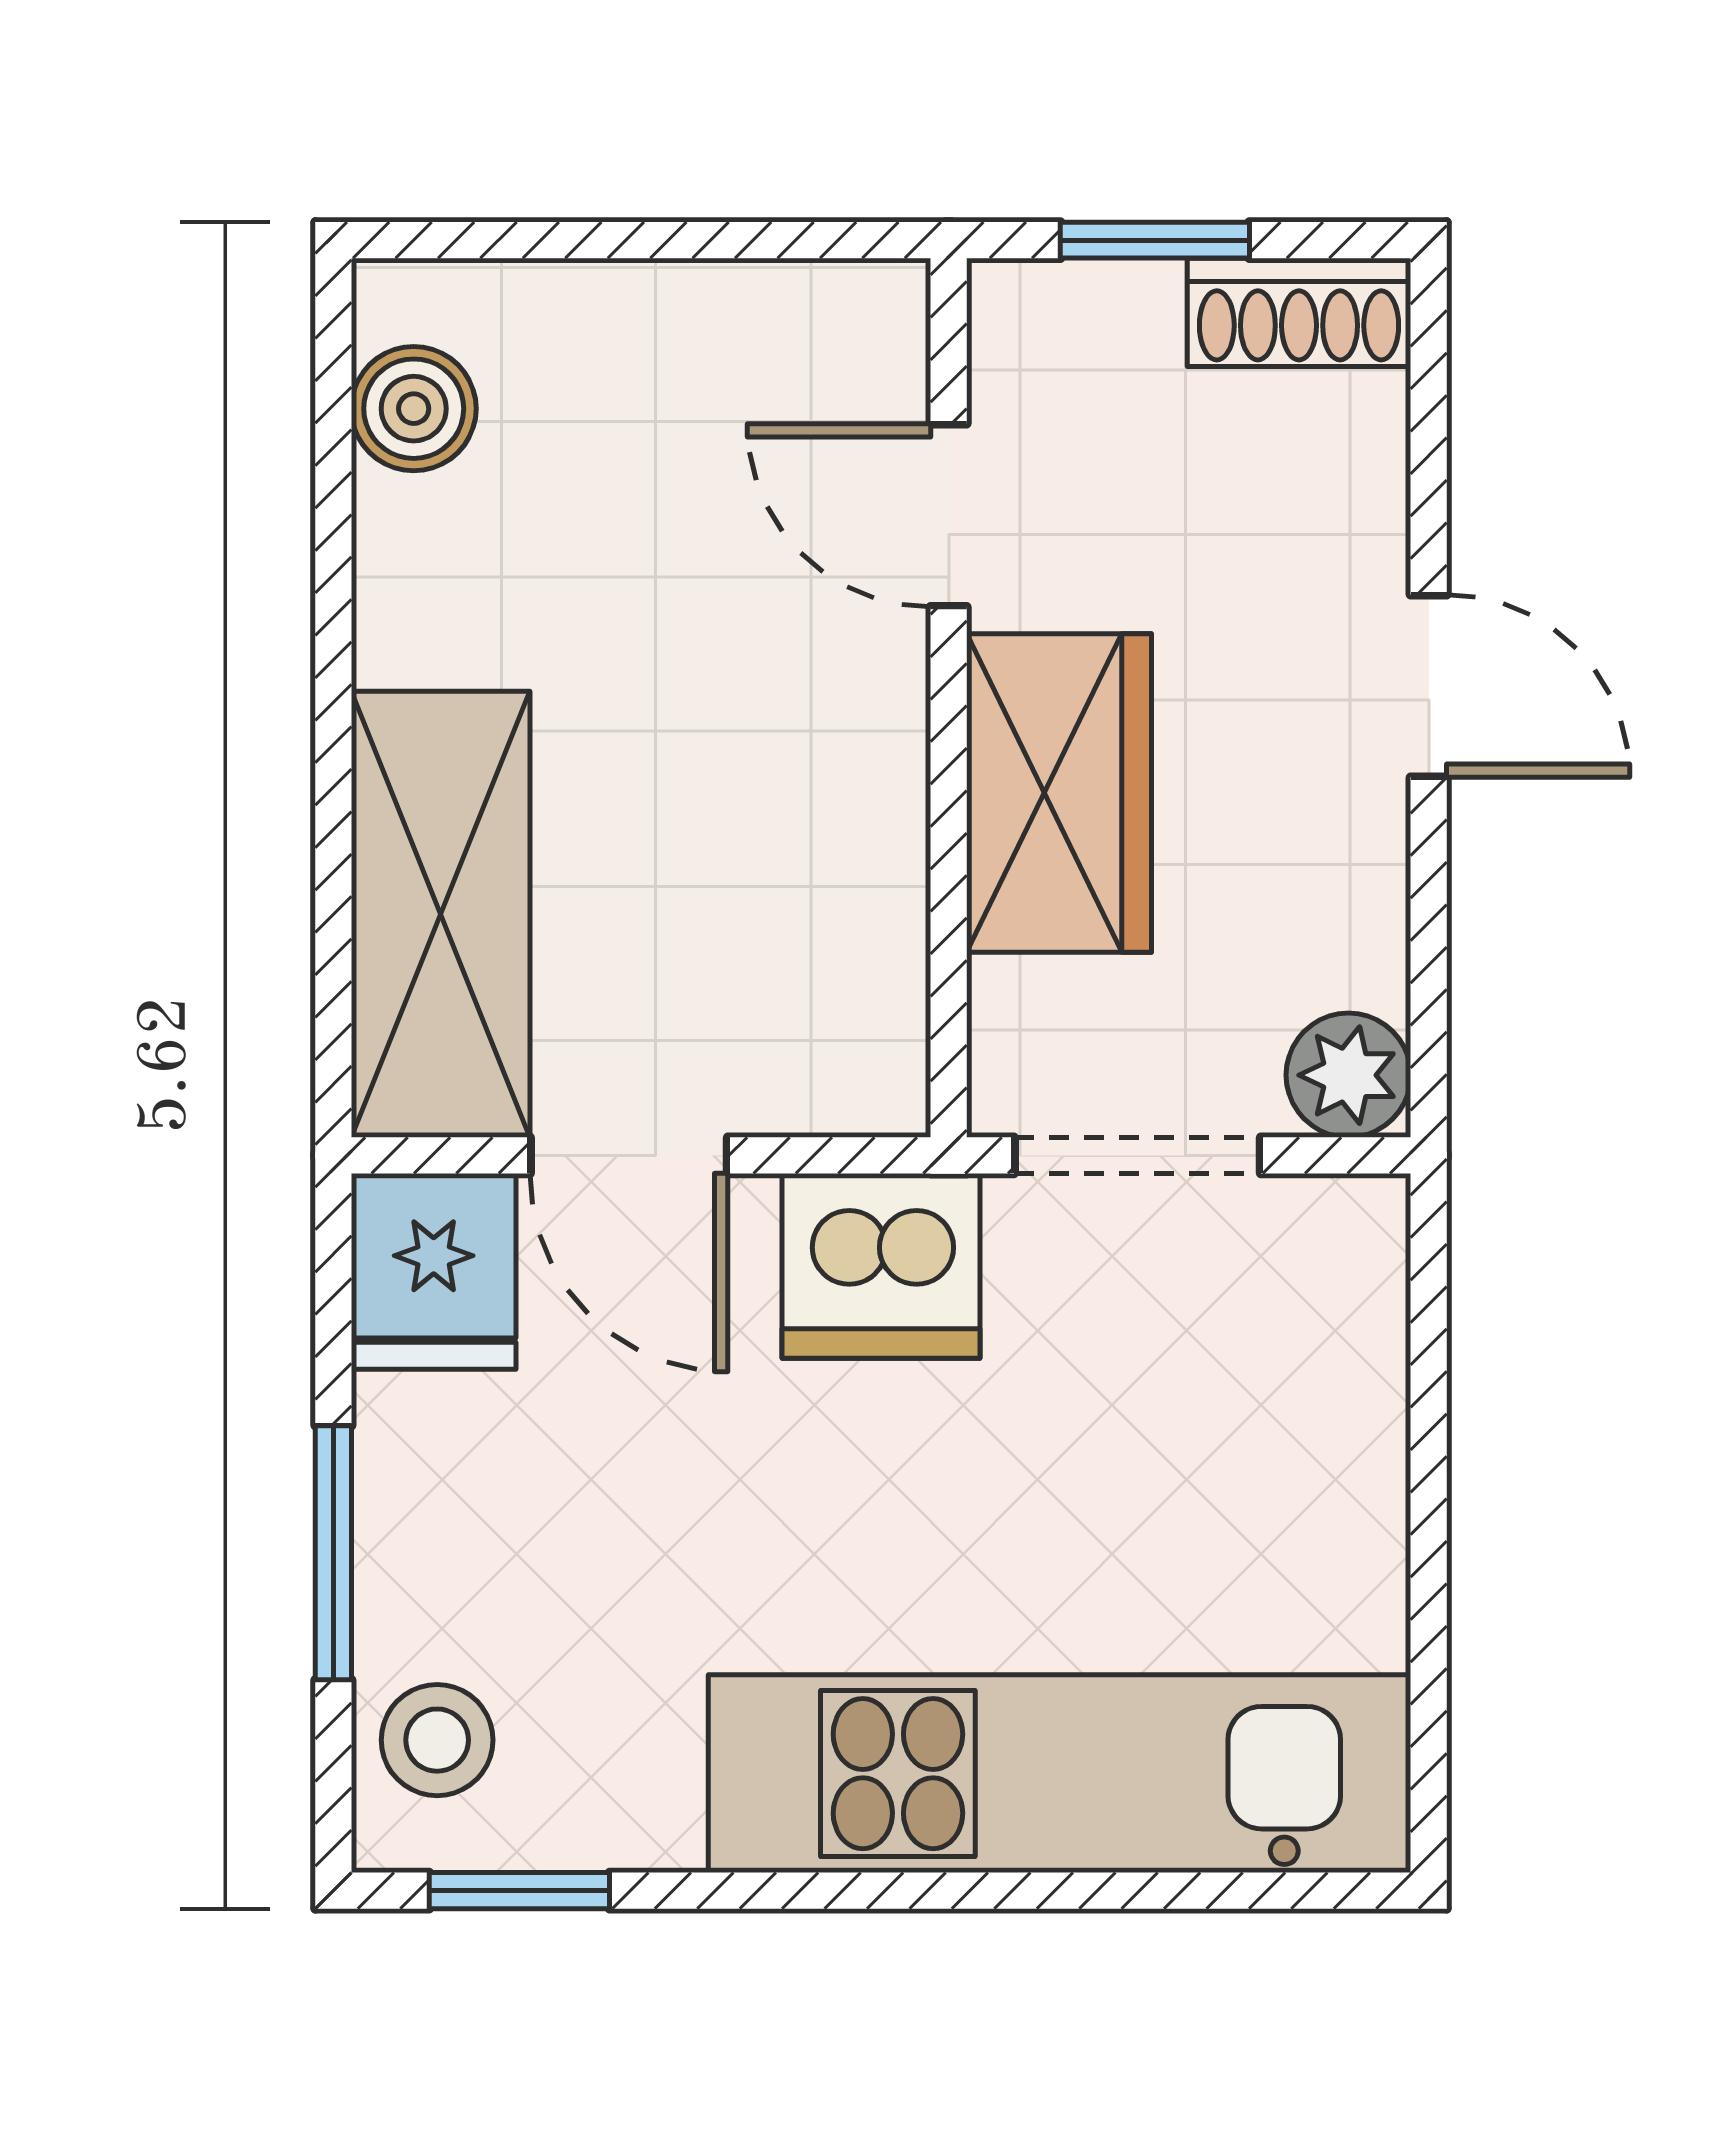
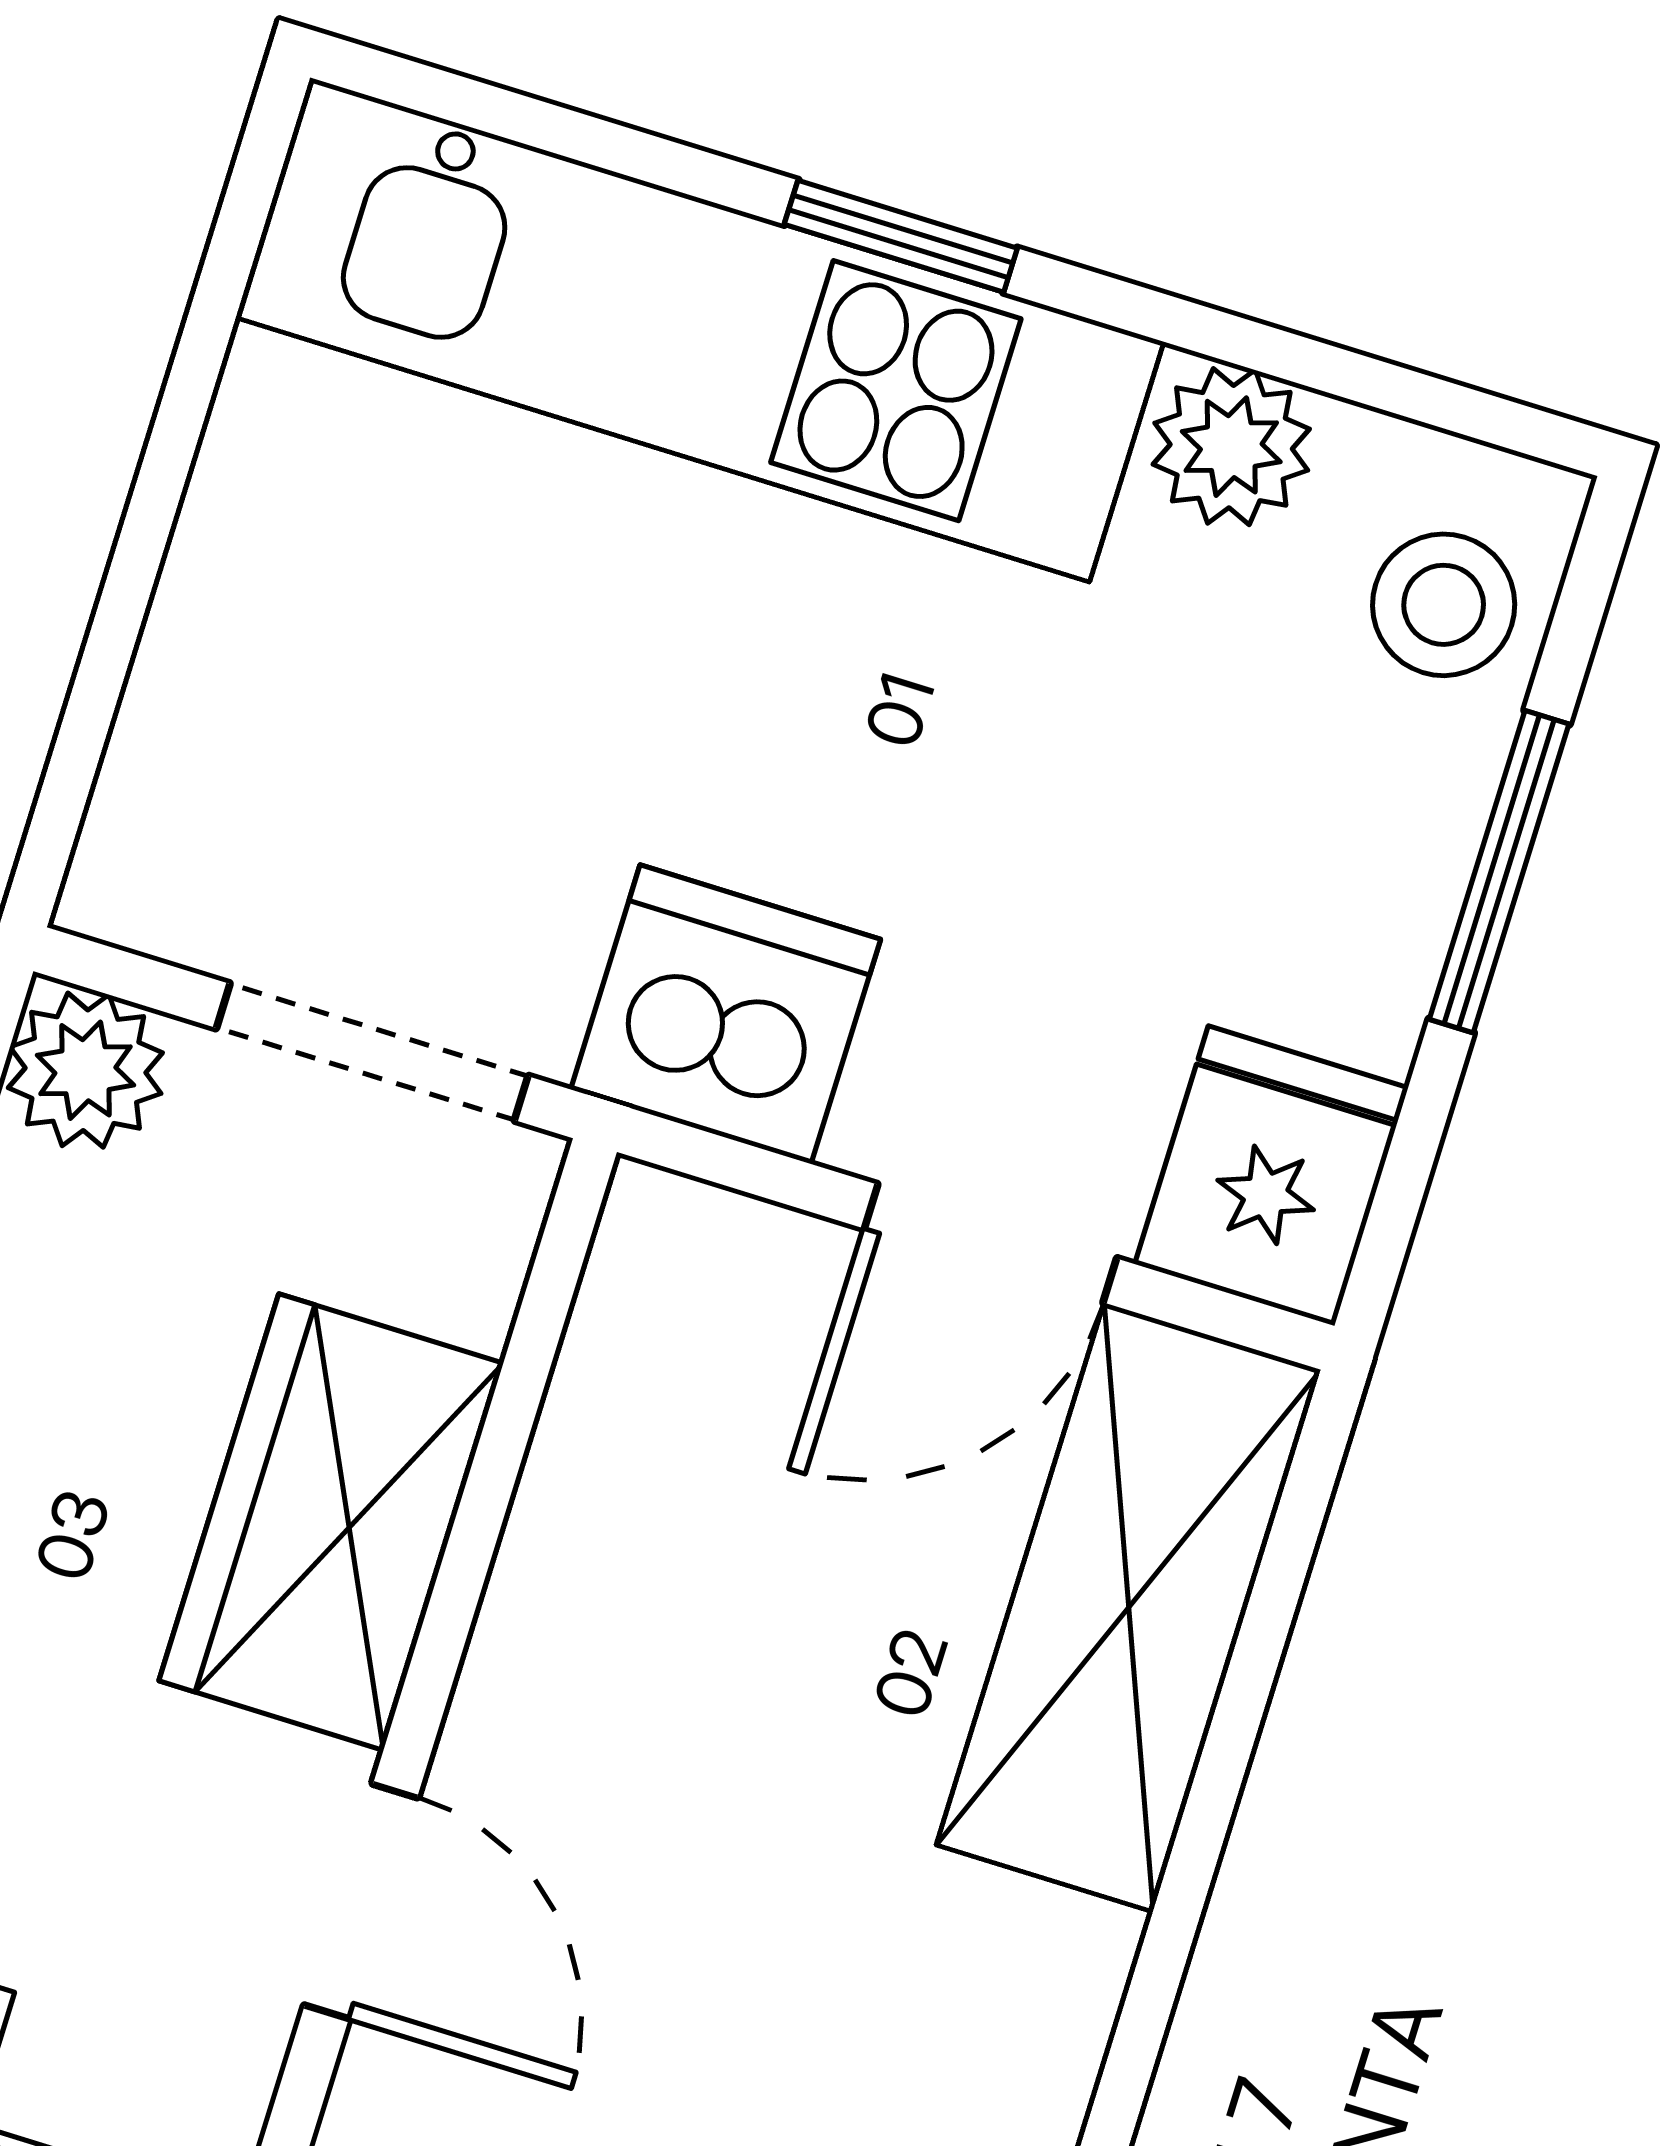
door: (629, 1155) -> (990, 1243), swing flipped
plant: (633, 1810) -> (1231, 447), added
window: (519, 1891) -> (901, 236), moved

